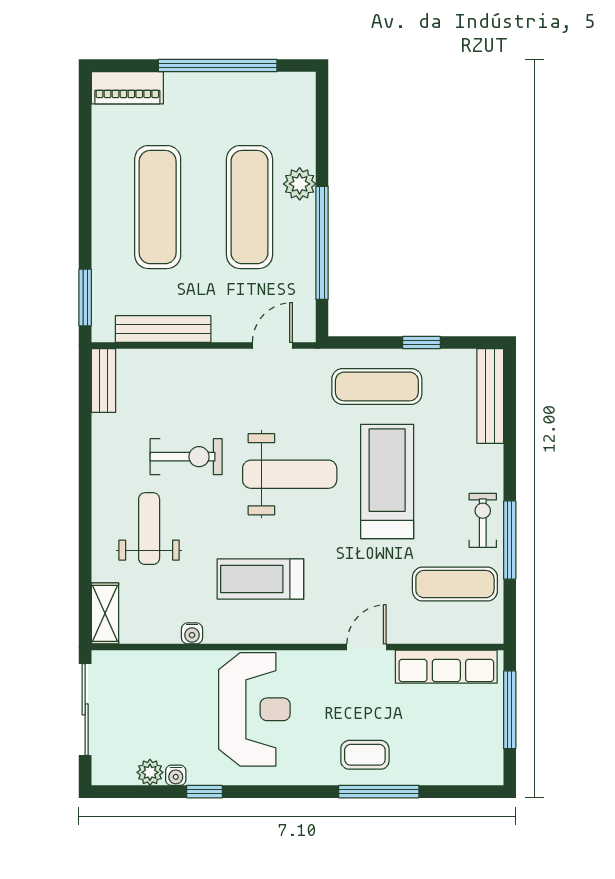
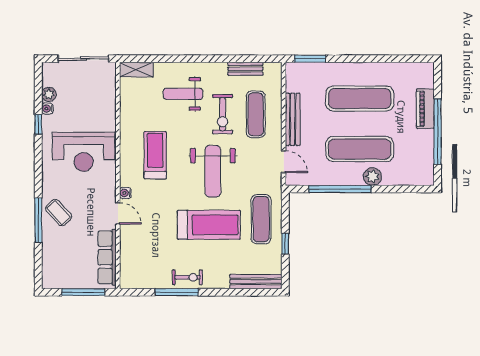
piano: (127, 88) -> (425, 109), moved
bench: (163, 329) -> (293, 119), moved
bench: (103, 380) -> (245, 69), moved
weight bench: (149, 529) -> (183, 94), turned 180
exercise mat: (455, 584) -> (256, 114), moved
water cooler: (192, 633) -> (125, 193), moved
coffee table: (365, 755) -> (59, 213), turned -43

